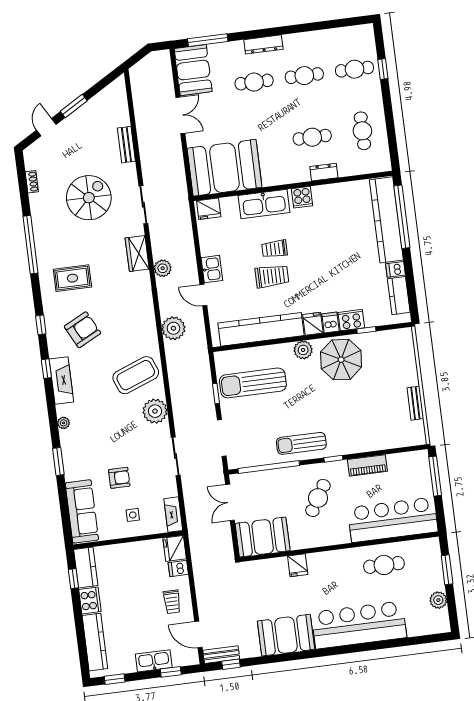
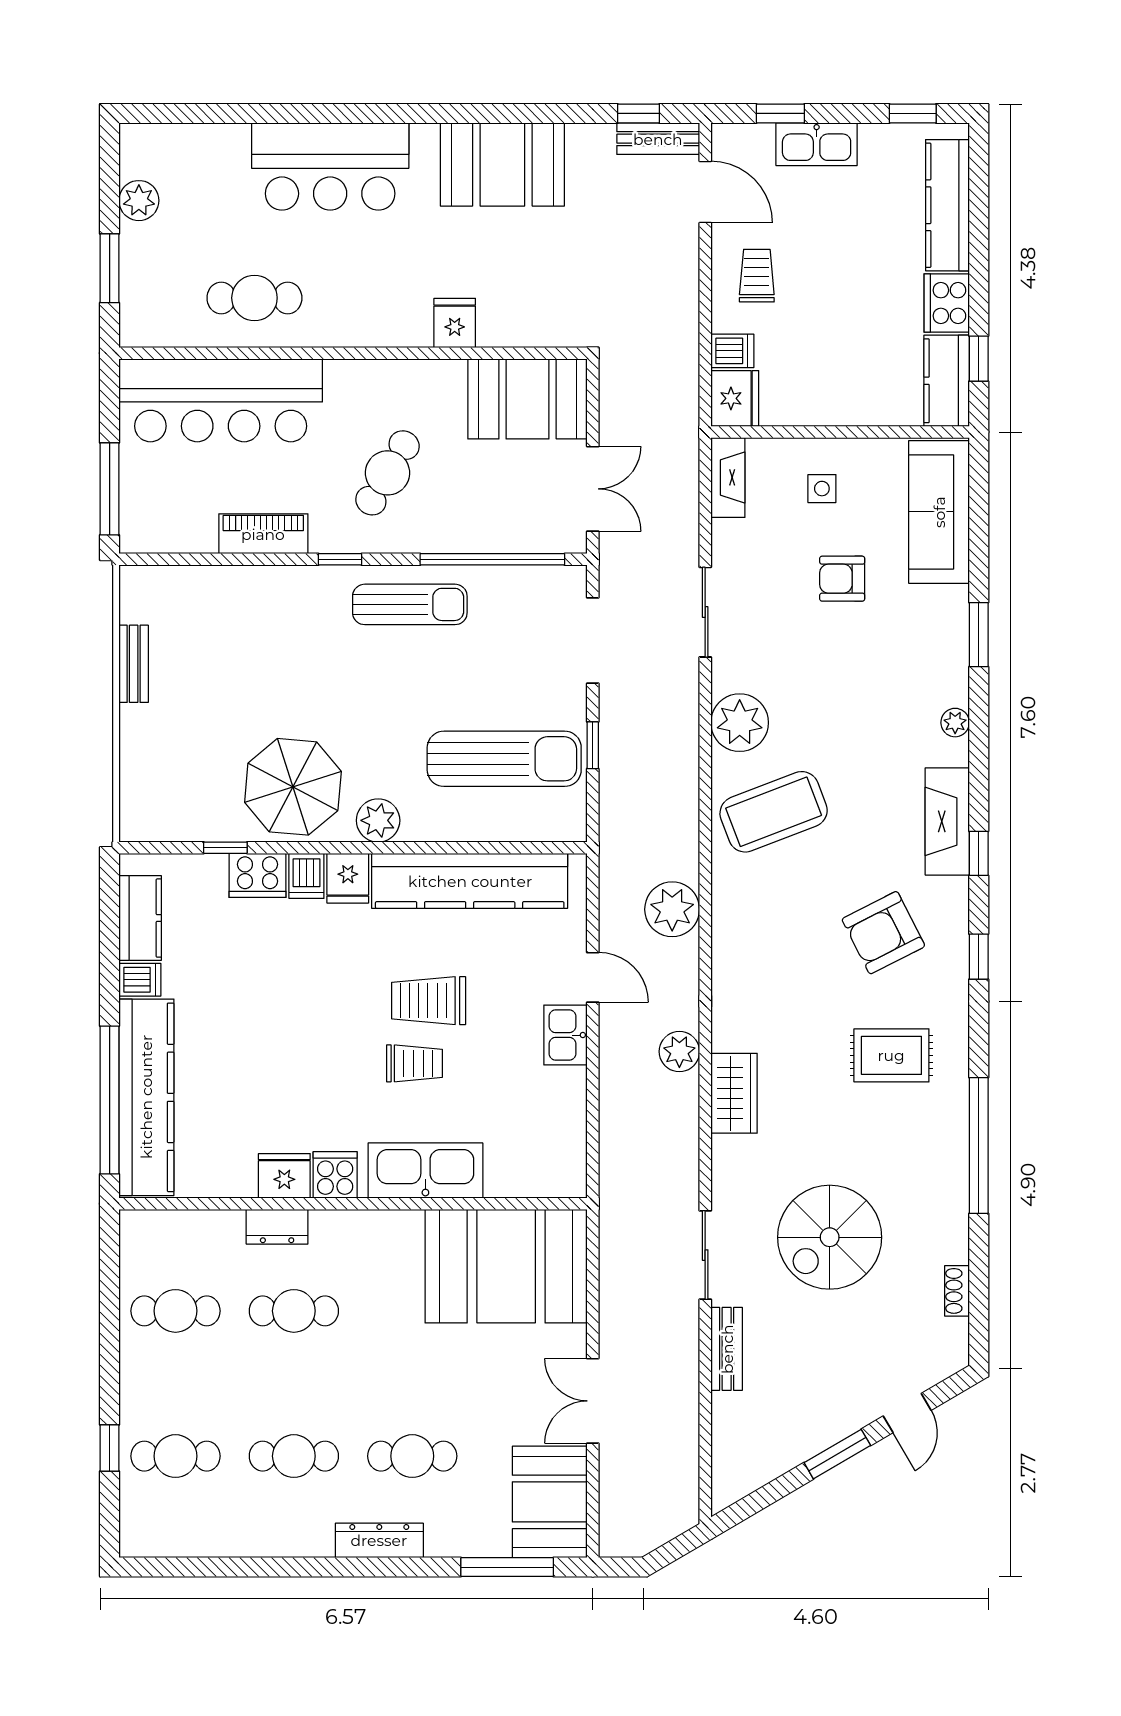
cafe table: (362, 131) -> (176, 1311), turned 90
sliding door: (143, 205) -> (705, 1255), moved
fridge: (209, 209) -> (284, 1176), moved
bar counter: (359, 625) -> (330, 167), width x0.73

